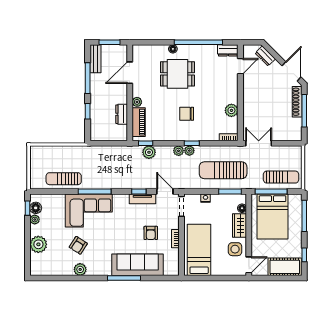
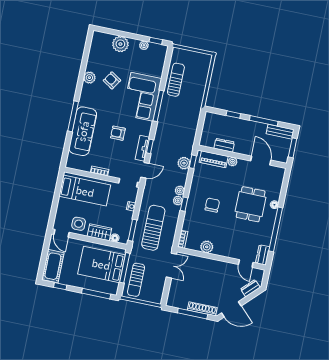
floor lamp: (36, 208) -> (154, 48), removed
armchair: (151, 233) -> (118, 133), moved

